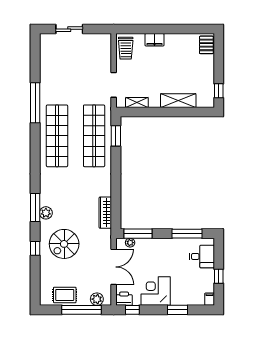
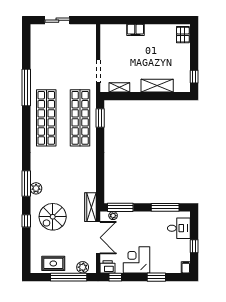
trolley: (126, 48) -> (109, 38), removed
wardrobe: (105, 213) -> (90, 207), moved

